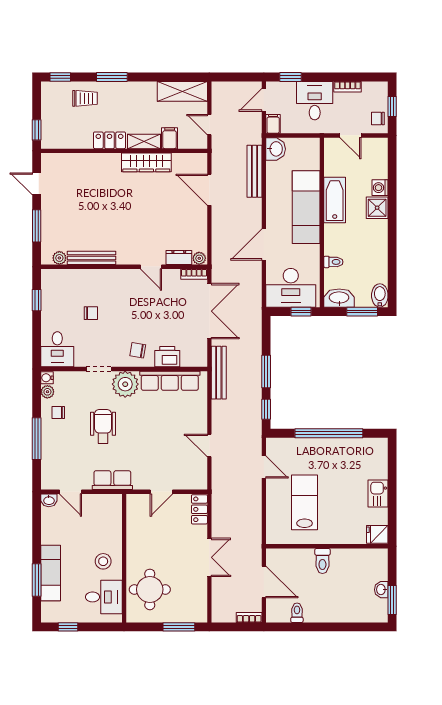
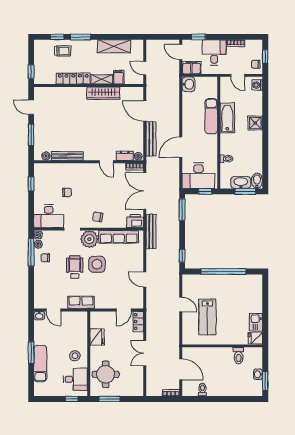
window: (60, 77) -> (57, 37), moved
shelving: (182, 91) -> (114, 46), moved
door: (264, 100) -> (181, 52), hinge flipped
filing cabinet: (273, 124) -> (191, 68), width x2.00
locker: (109, 140) -> (73, 79), width x1.53
bench: (255, 171) -> (151, 139), moved
washing machine: (380, 188) -> (257, 85), moved
exam couch: (306, 207) -> (211, 116), width x0.73, depth x0.69
washbasin: (339, 298) -> (241, 182), moved
double door: (209, 311) -> (145, 191), swing flipped
desk: (57, 349) -> (49, 216), width x1.37
printer: (167, 357) -> (135, 221), moved
window: (266, 372) -> (182, 210), moved
side table: (137, 422) -> (97, 264), added
window: (37, 439) -> (31, 252), moved
door: (264, 467) -> (181, 304), moved
door: (161, 492) -> (124, 310), moved
kitchen sink: (378, 494) -> (256, 322), moved
lab bench: (305, 502) -> (207, 317), turned 180
fridge: (137, 533) -> (97, 337), added
double door: (209, 557) -> (145, 353), swing flipped
toilet: (322, 561) -> (239, 356), moved
window: (37, 580) -> (31, 353), moved
window: (68, 627) -> (72, 399), moved
window: (179, 627) -> (110, 399), moved

